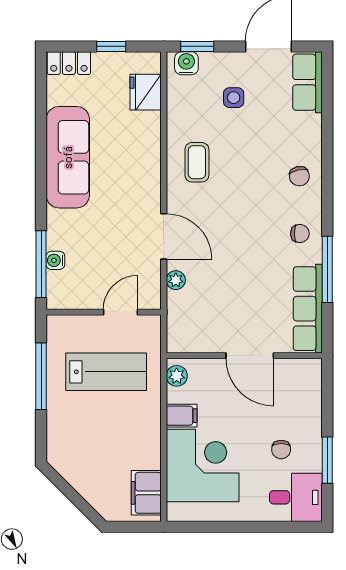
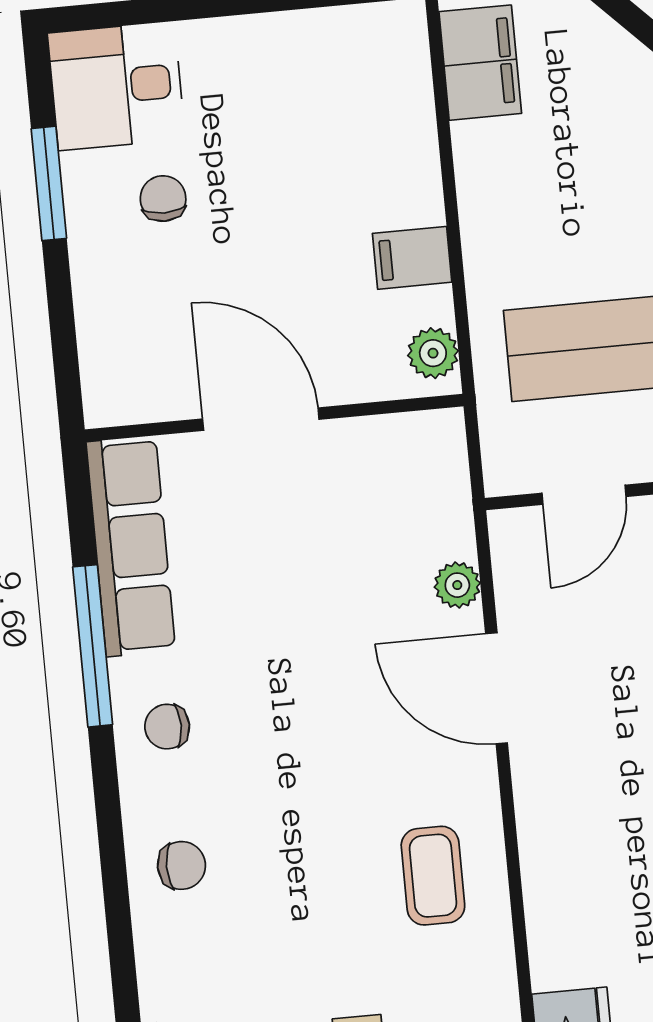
chair: (299, 176) -> (182, 865), turned 103
corner desk: (203, 466) -> (350, 142), removed

